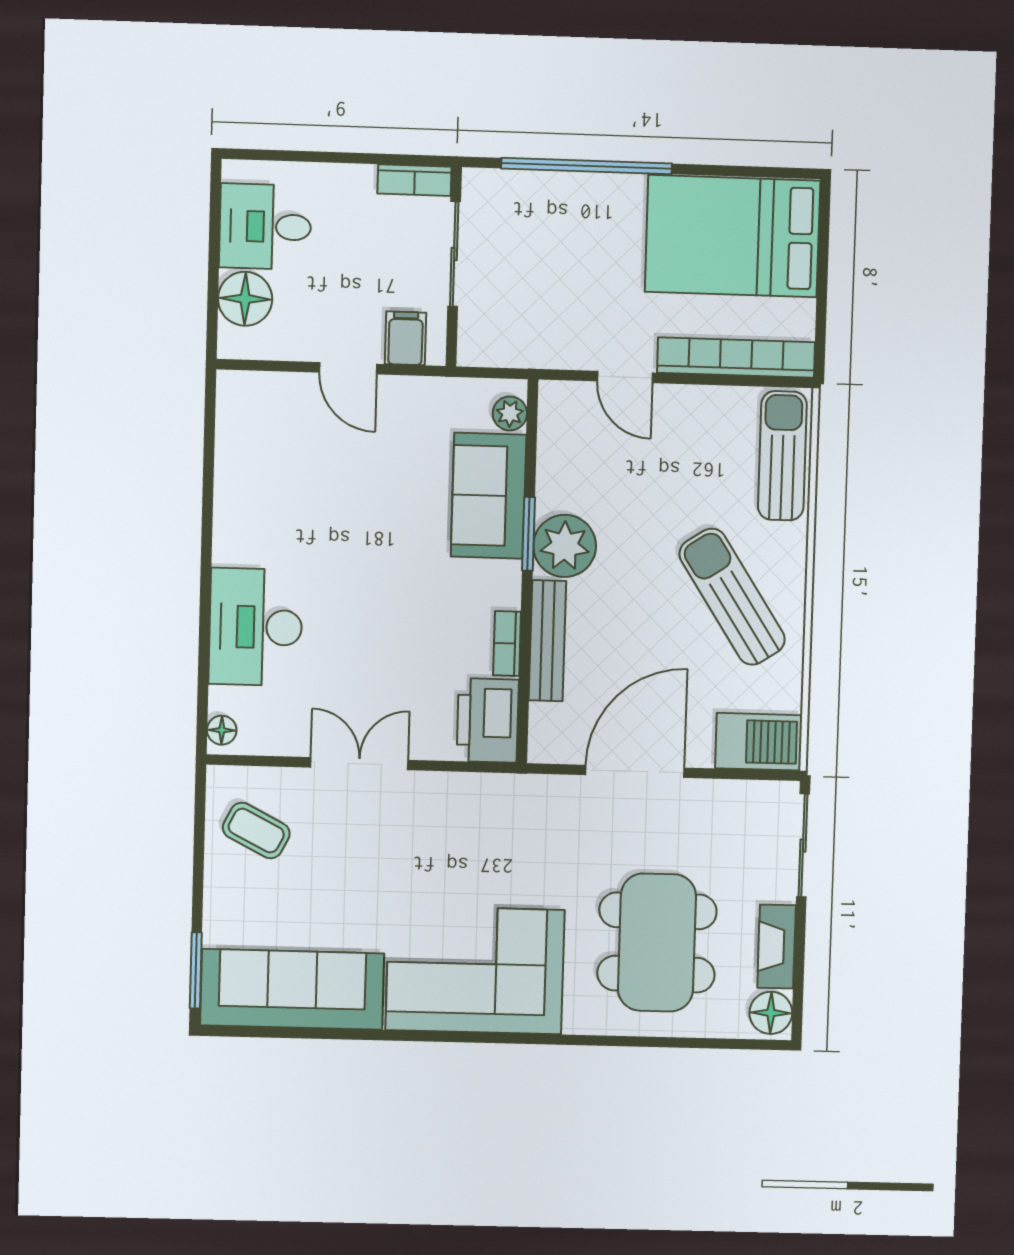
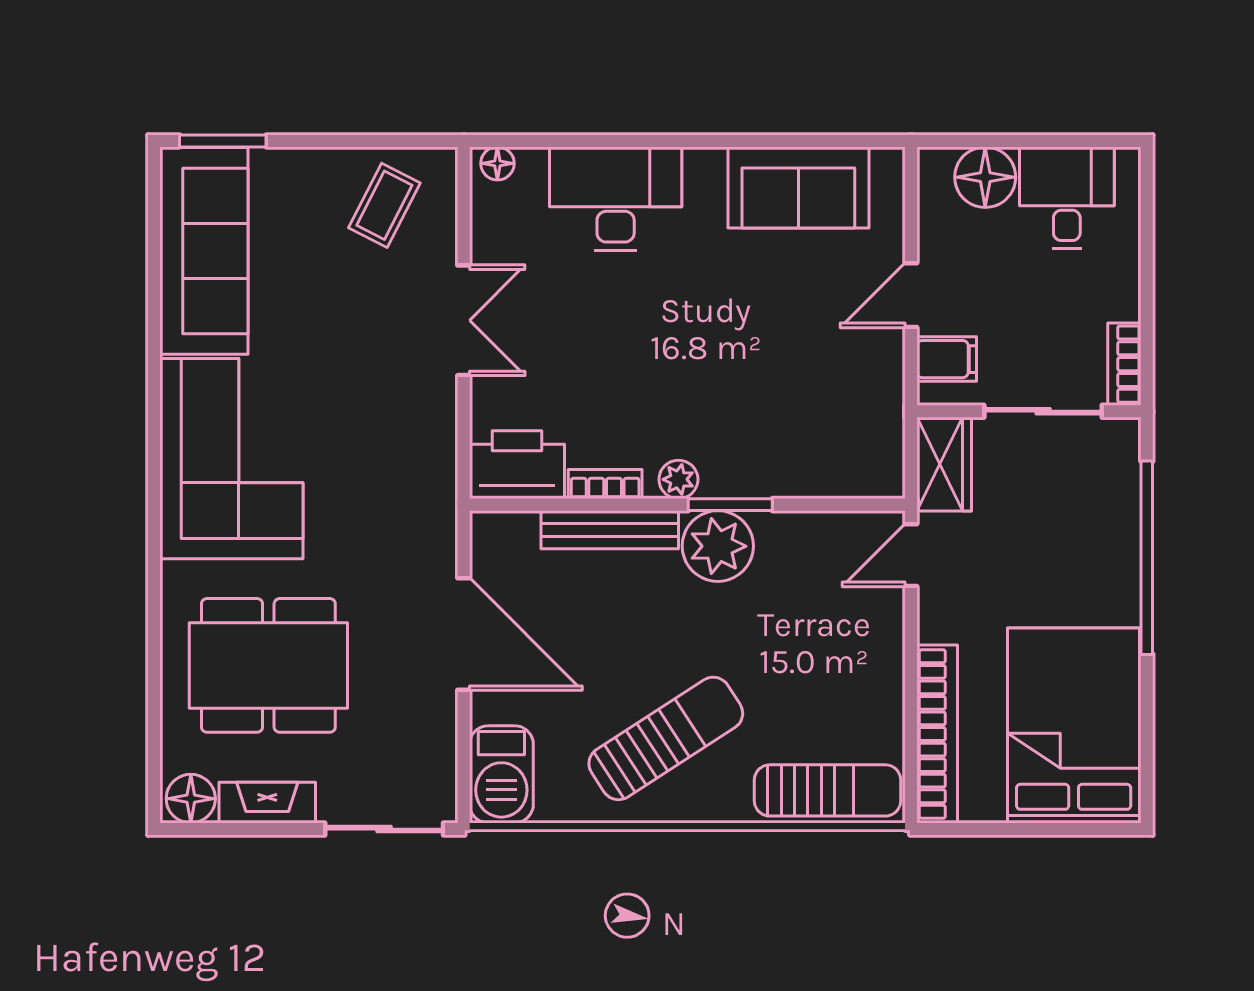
wardrobe: (498, 344) -> (944, 464), added
door: (625, 377) -> (911, 555), moved
plant: (510, 413) -> (678, 479), moved
sofa: (489, 496) -> (798, 188), moved, turned 180

